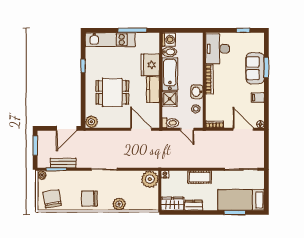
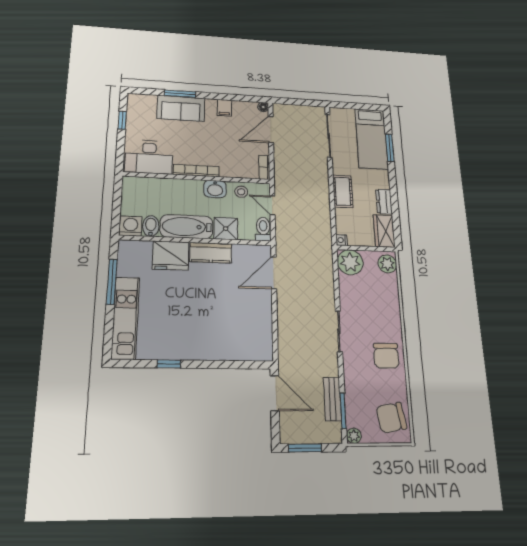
dining table: (112, 92) -> (215, 316), removed
plant: (91, 122) -> (263, 351), removed
door: (187, 129) -> (272, 205), swing flipped
plant: (119, 204) -> (387, 264), moved

